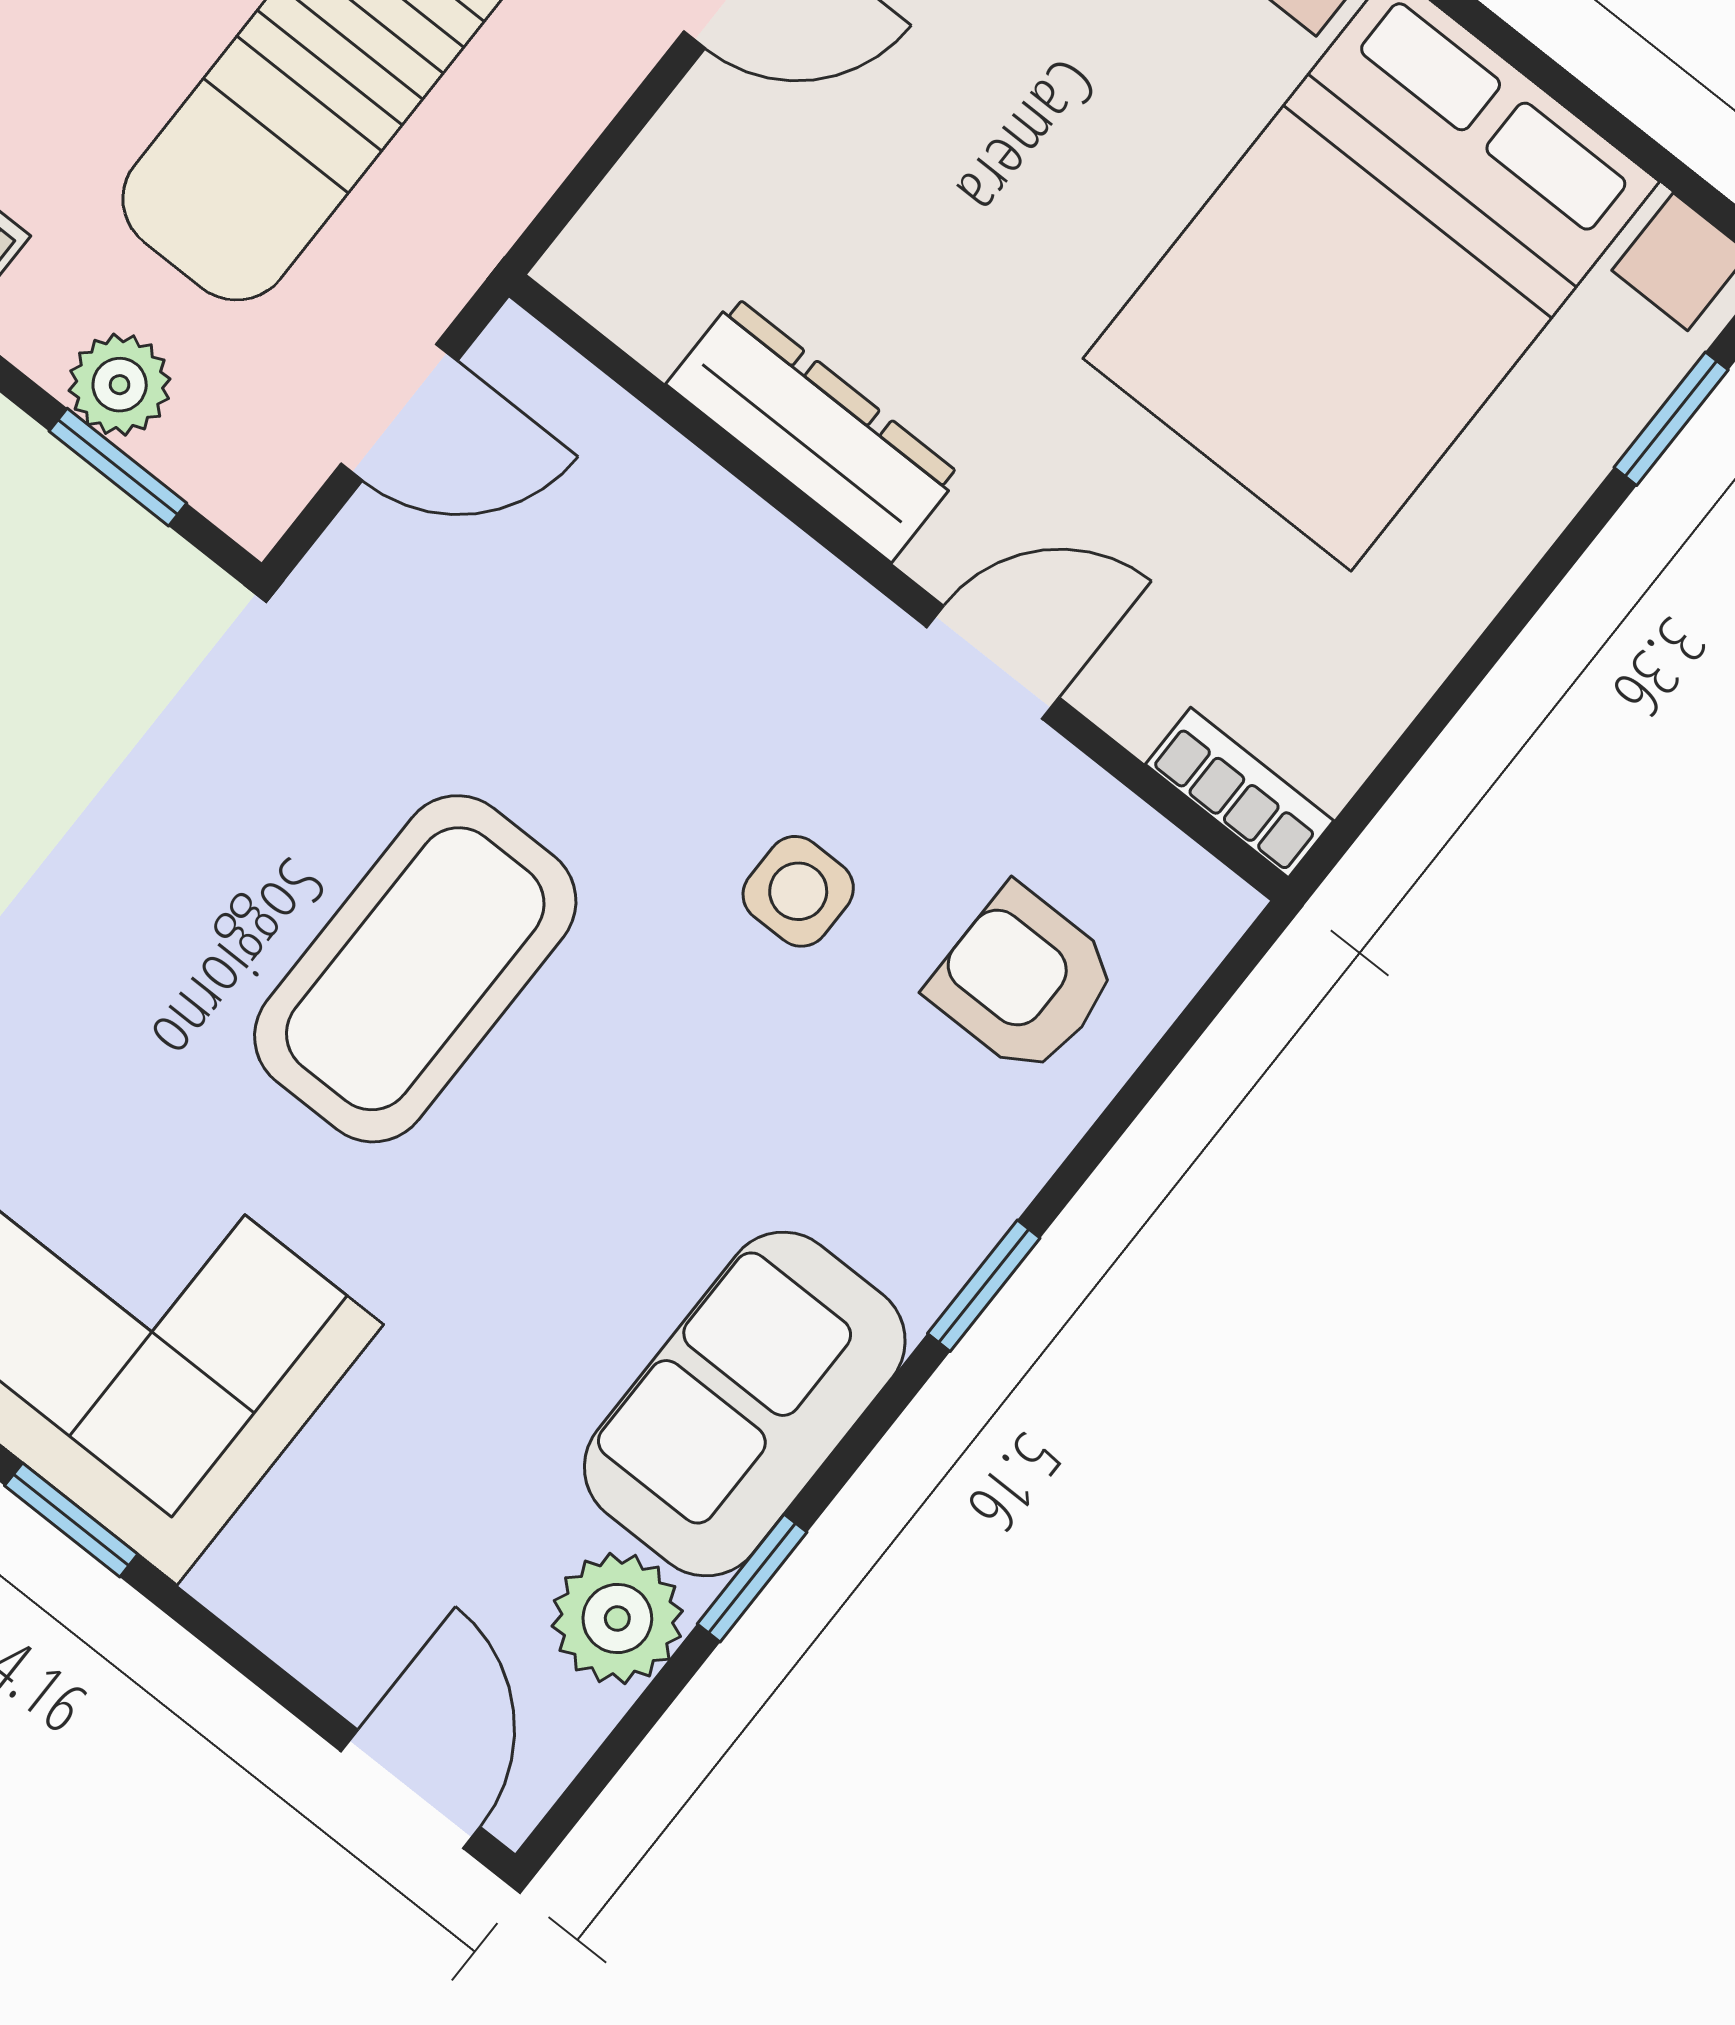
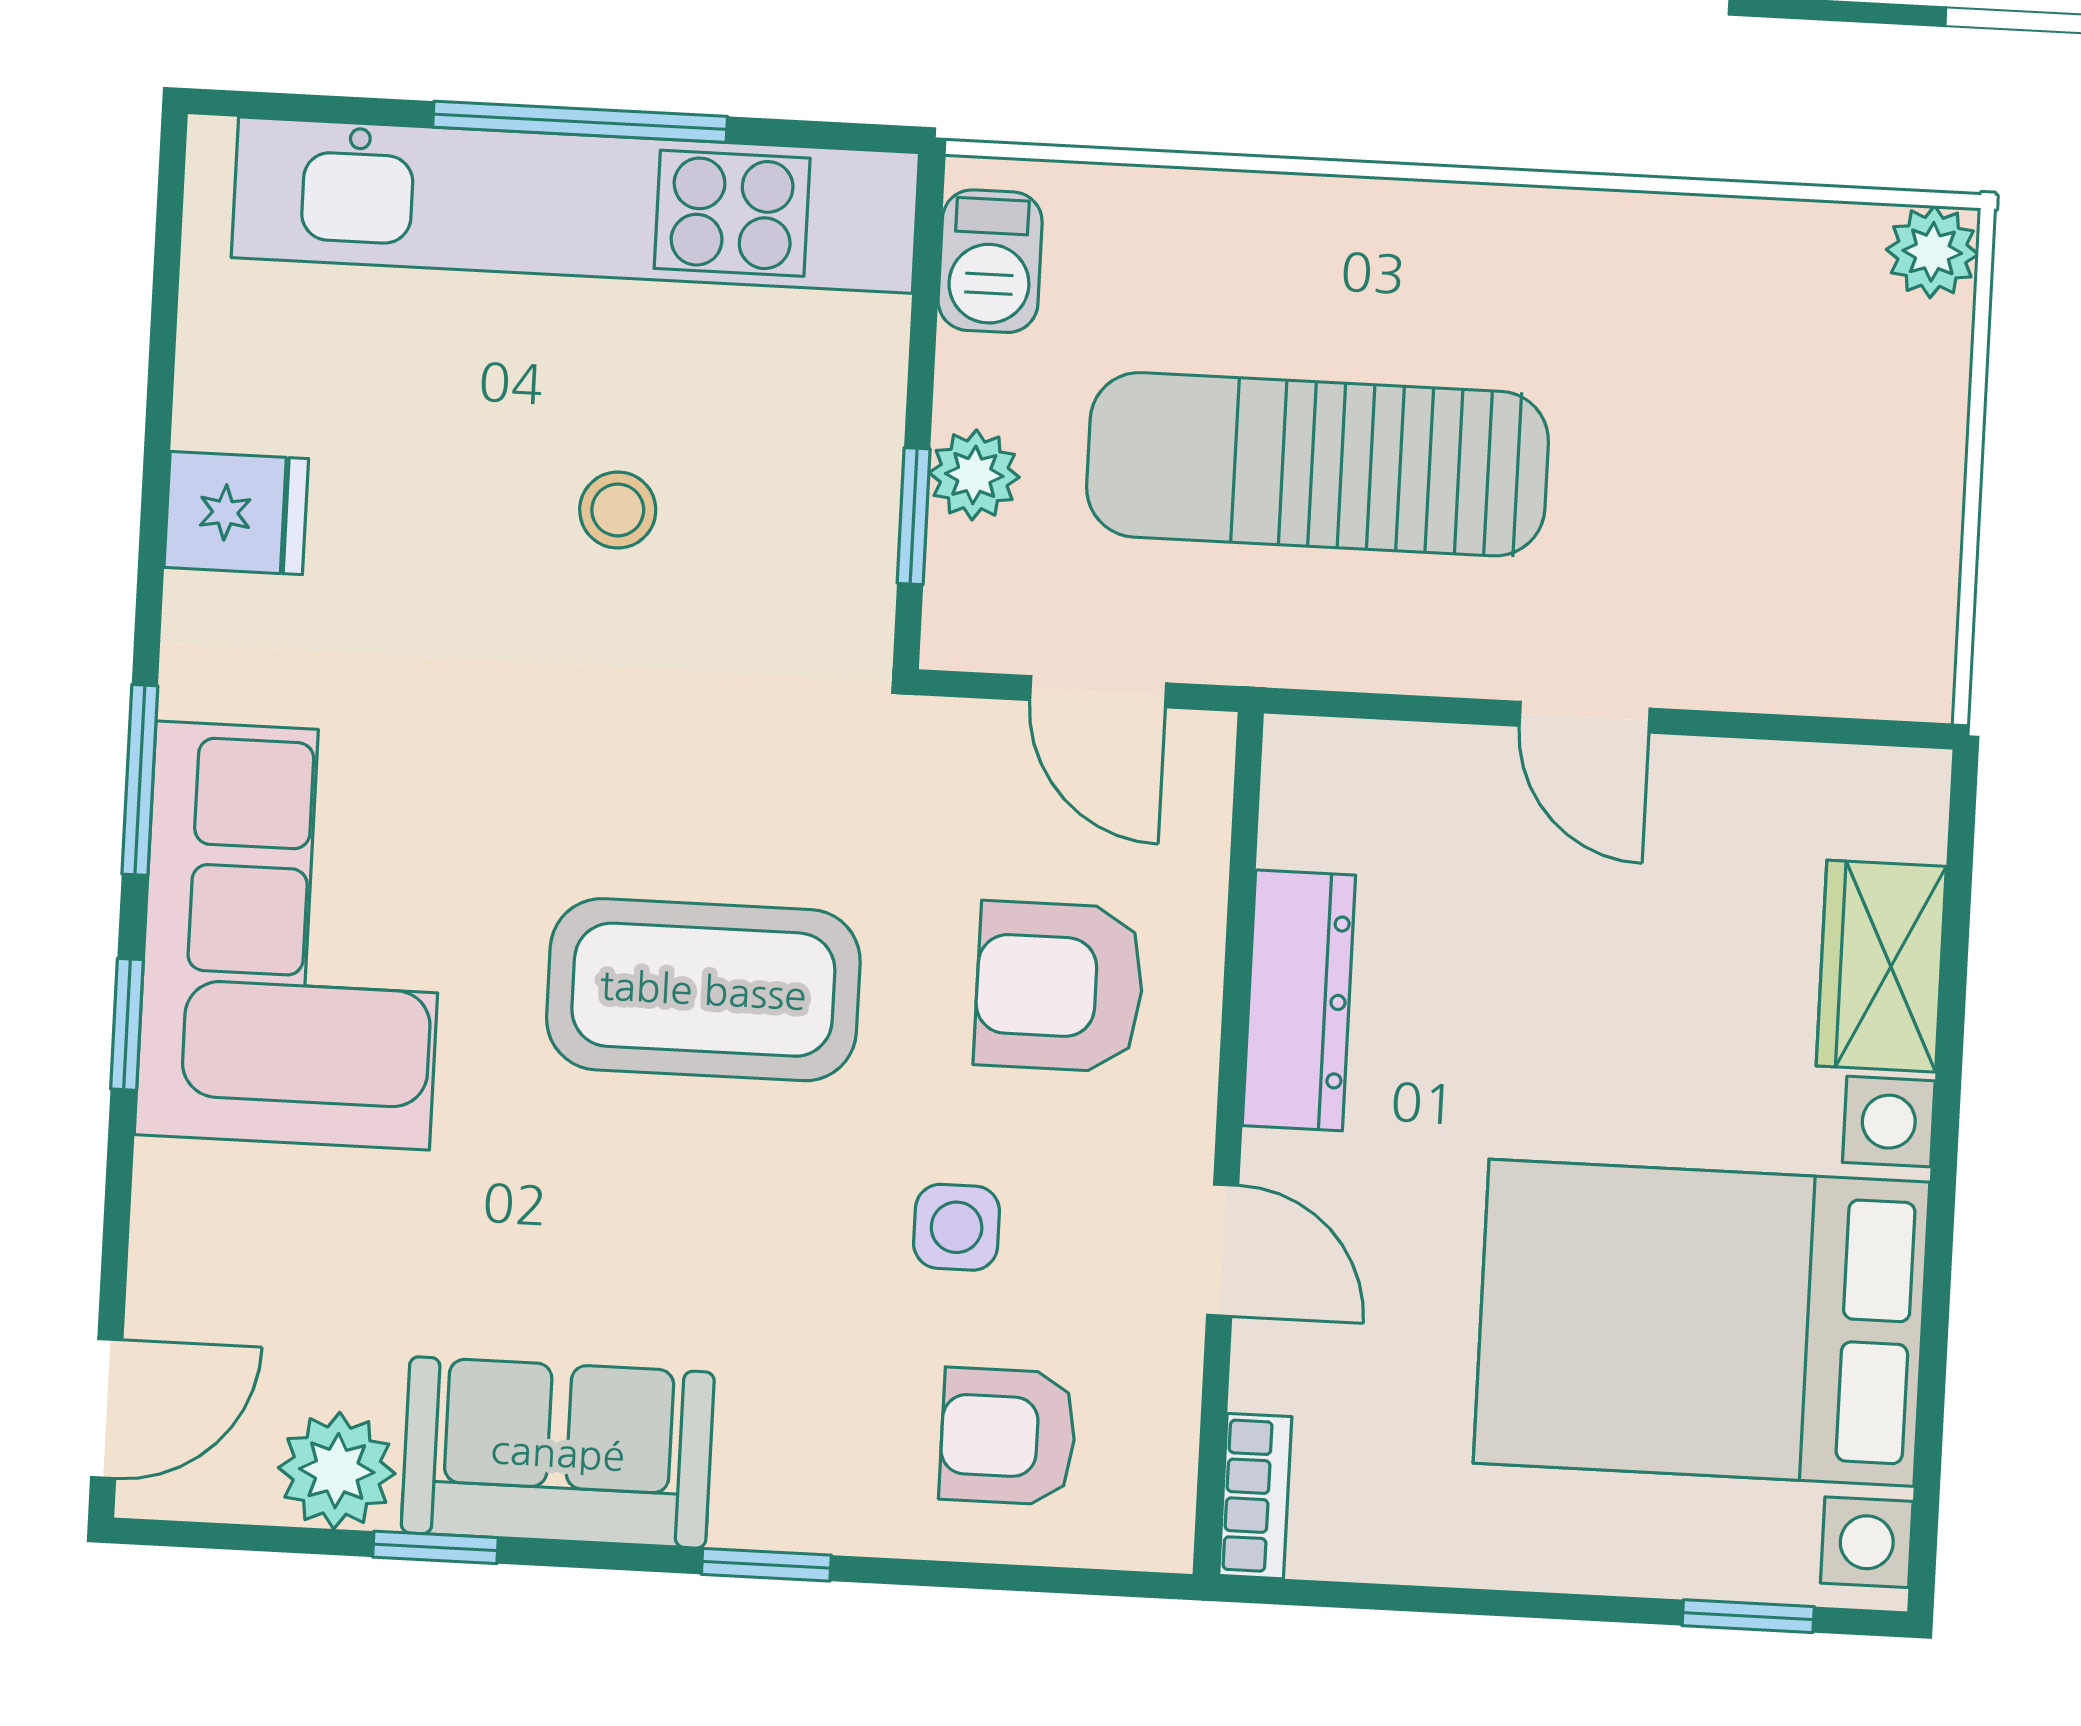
armchair: (645, 640) -> (1059, 987), added
armchair: (1024, 980) -> (1008, 1436), turned -90

